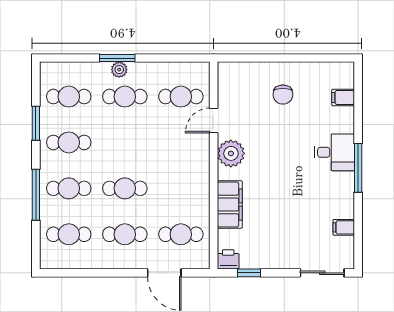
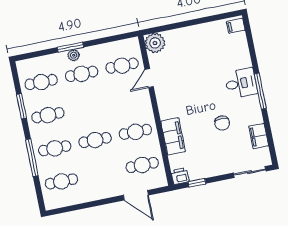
chair: (283, 95) -> (222, 123), moved
filing cabinet: (343, 97) -> (236, 26), moved
plant: (231, 153) -> (155, 43), moved
filing cabinet: (344, 227) -> (259, 136), width x2.00
cafe table: (125, 234) -> (135, 132), moved

